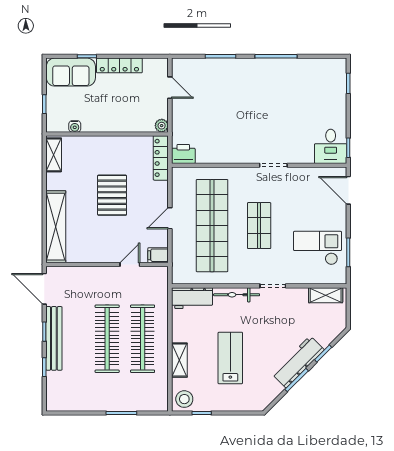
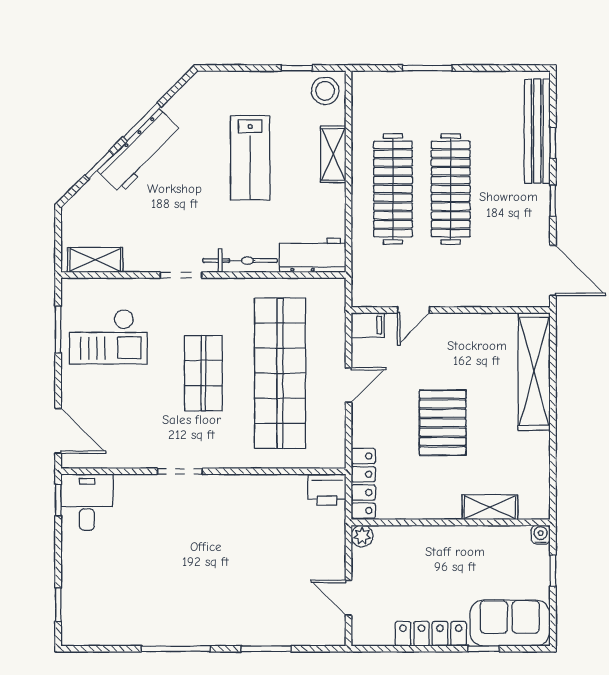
water cooler: (75, 126) -> (541, 535), moved
shelving: (54, 155) -> (490, 507), moved, turned 90
bench: (54, 338) -> (537, 131), moved

